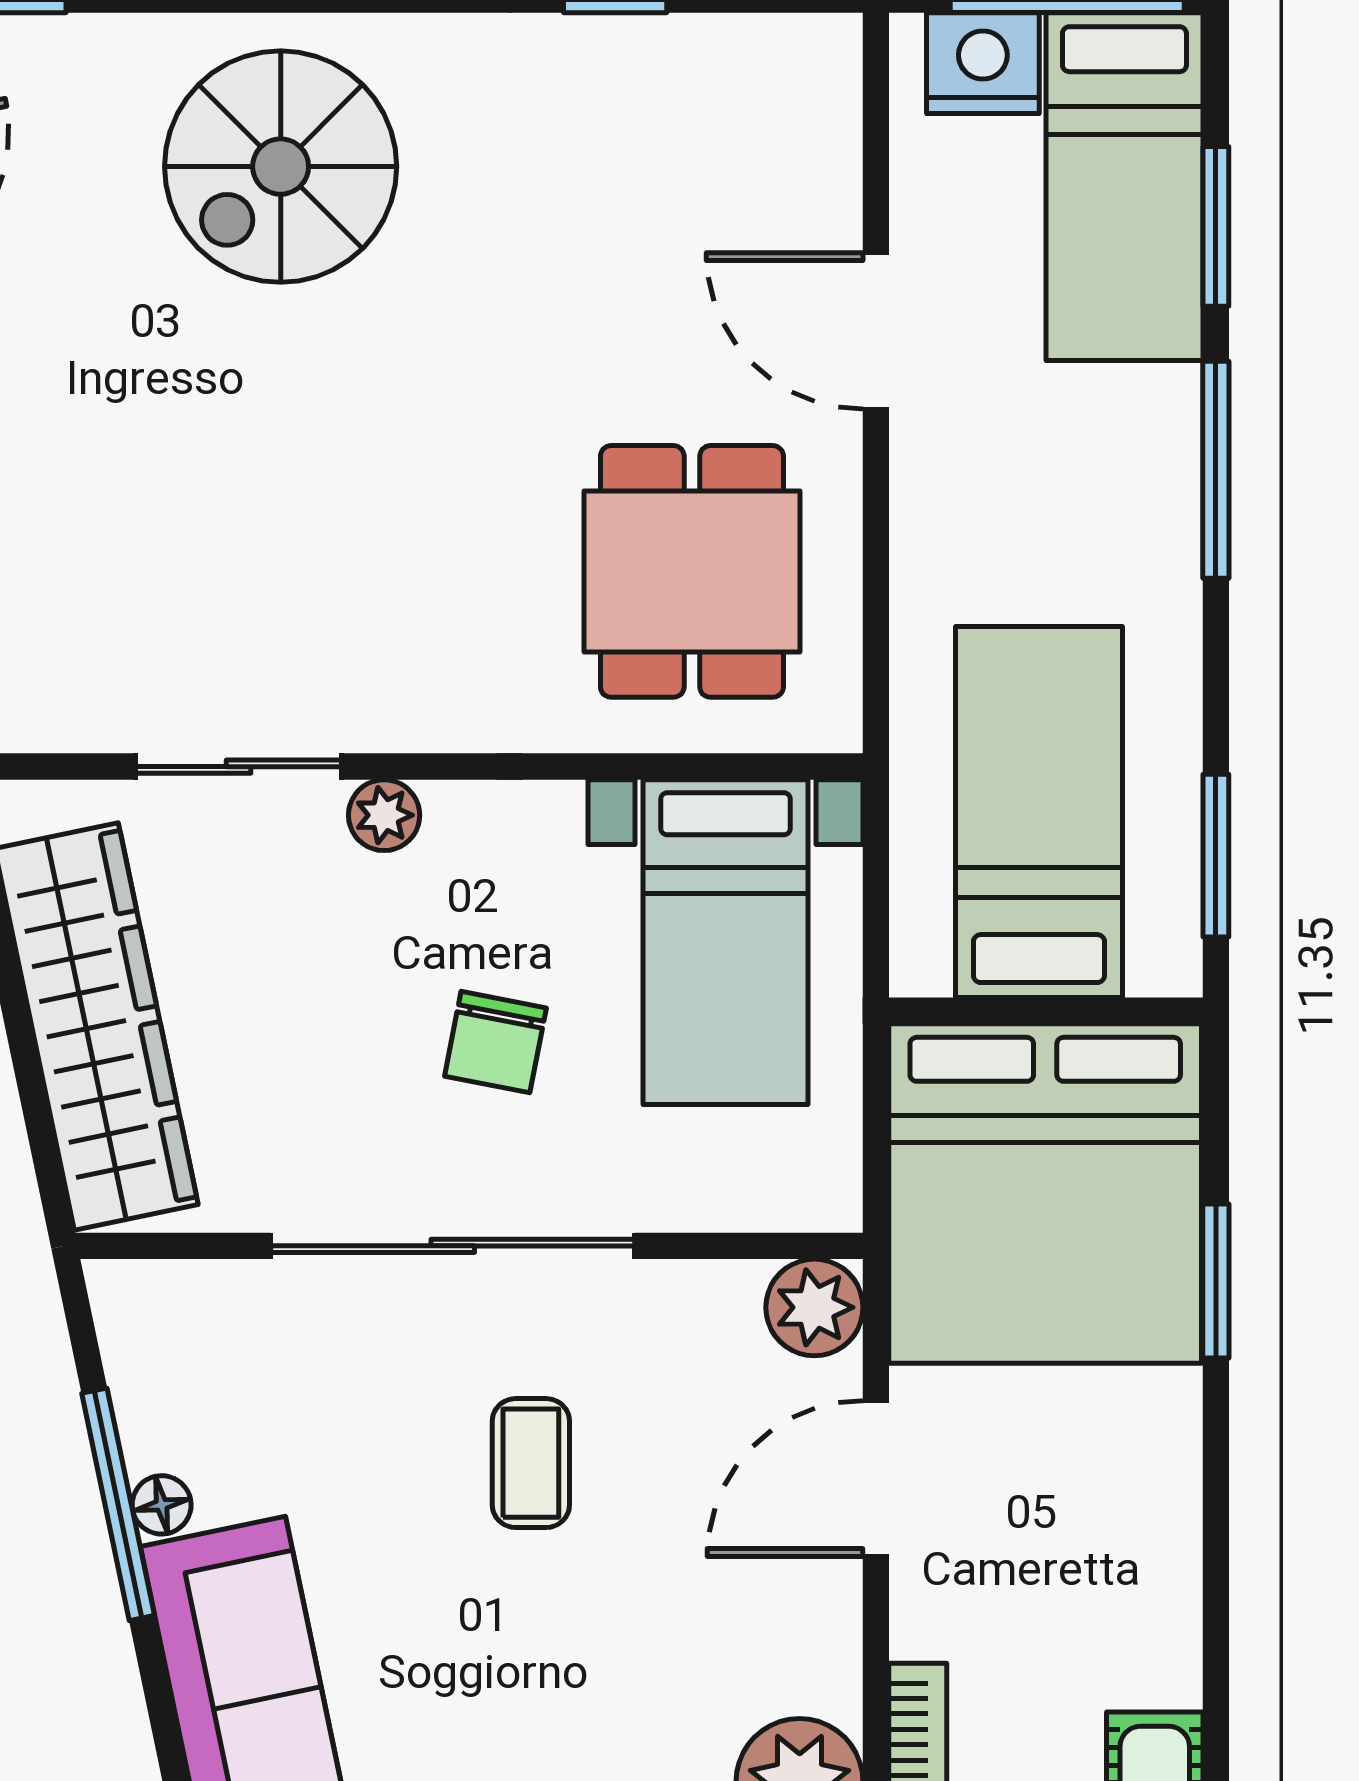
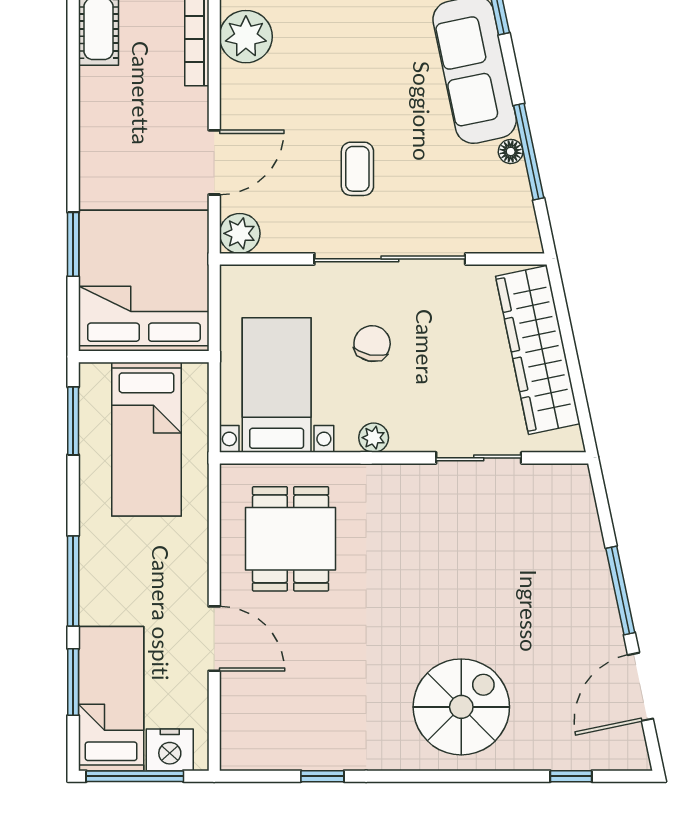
plant: (384, 815) -> (374, 438), moved

